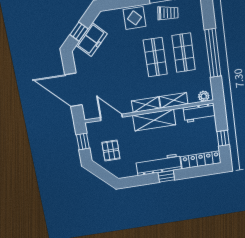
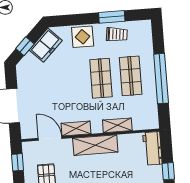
freezer: (92, 40) -> (46, 45), moved
plant: (204, 96) -> (149, 123), removed
shelving: (146, 105) -> (76, 128), moved
workbench: (199, 113) -> (152, 148), moved, turned 90

